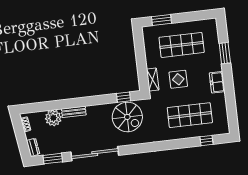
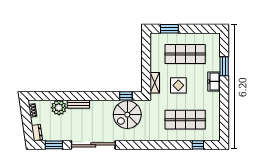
freezer: (217, 82) -> (214, 81), moved
spiral stairs: (127, 117) -> (127, 115), turned 90

